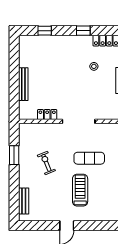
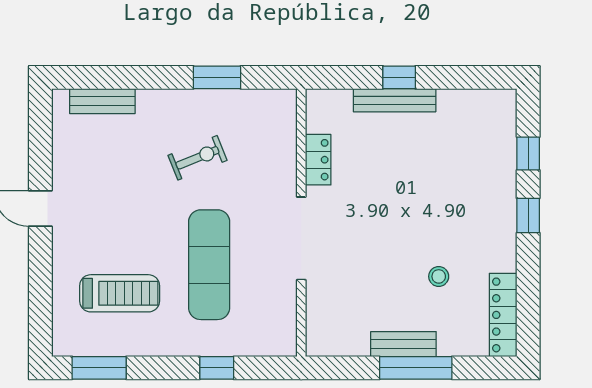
window: (83, 31) -> (528, 216), moved
window: (14, 82) -> (399, 77), added
exercise mat: (89, 158) -> (209, 265), width x1.36, depth x1.45
treadmill: (80, 190) -> (120, 293), moved

